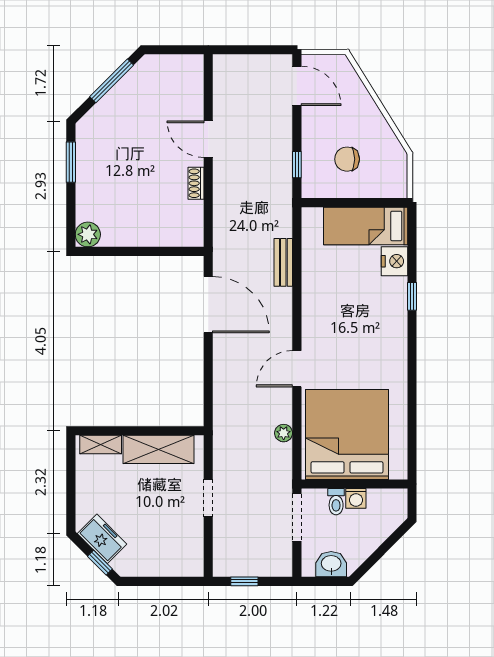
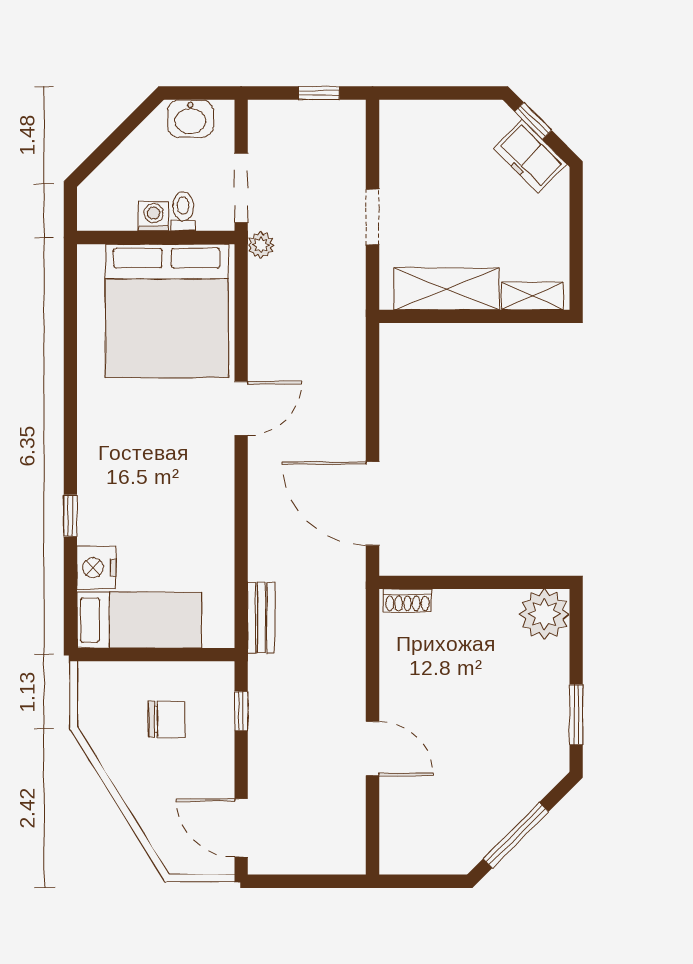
shoe rack: (196, 183) -> (407, 601), moved, turned 90
plant: (88, 234) -> (544, 614), width x1.36, depth x1.36
bench: (283, 262) -> (261, 618), moved
plant: (284, 433) -> (261, 245), moved

